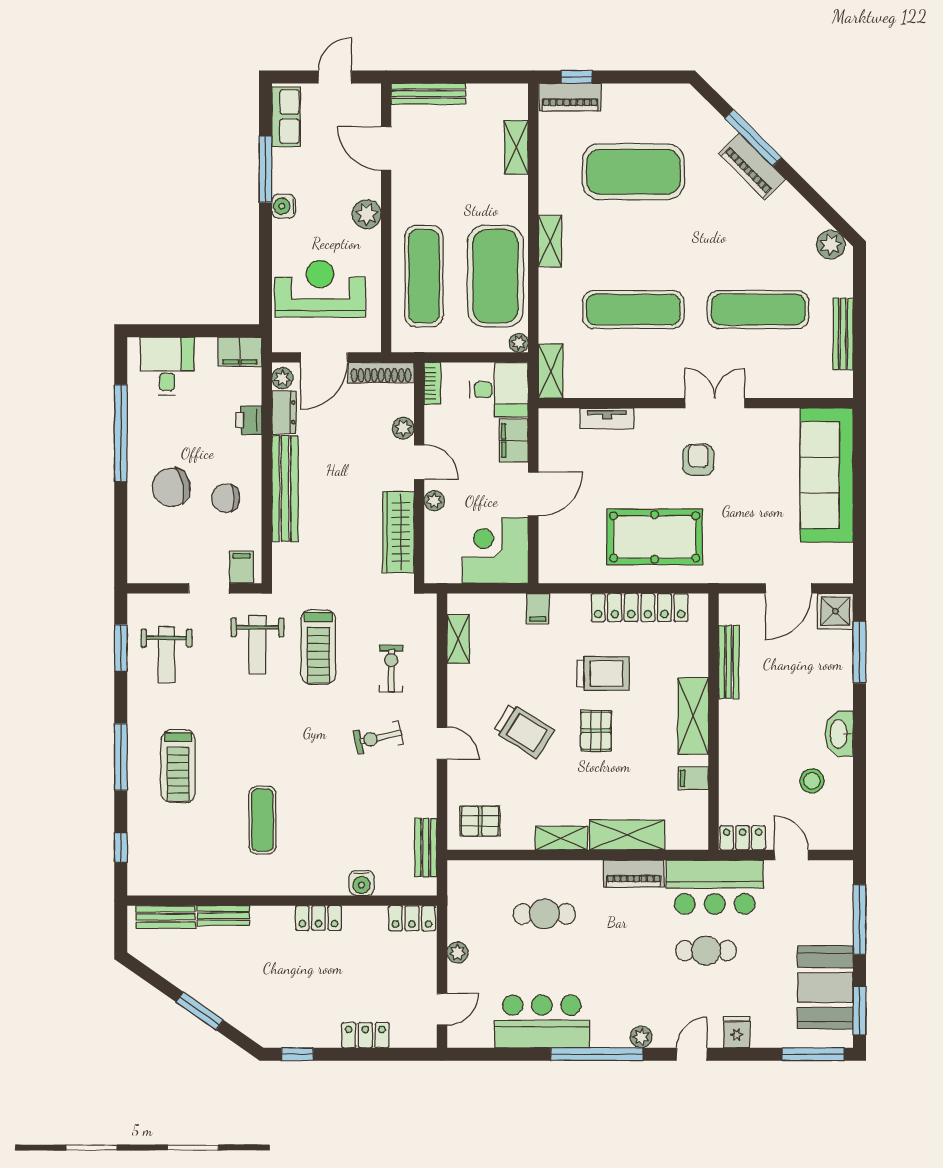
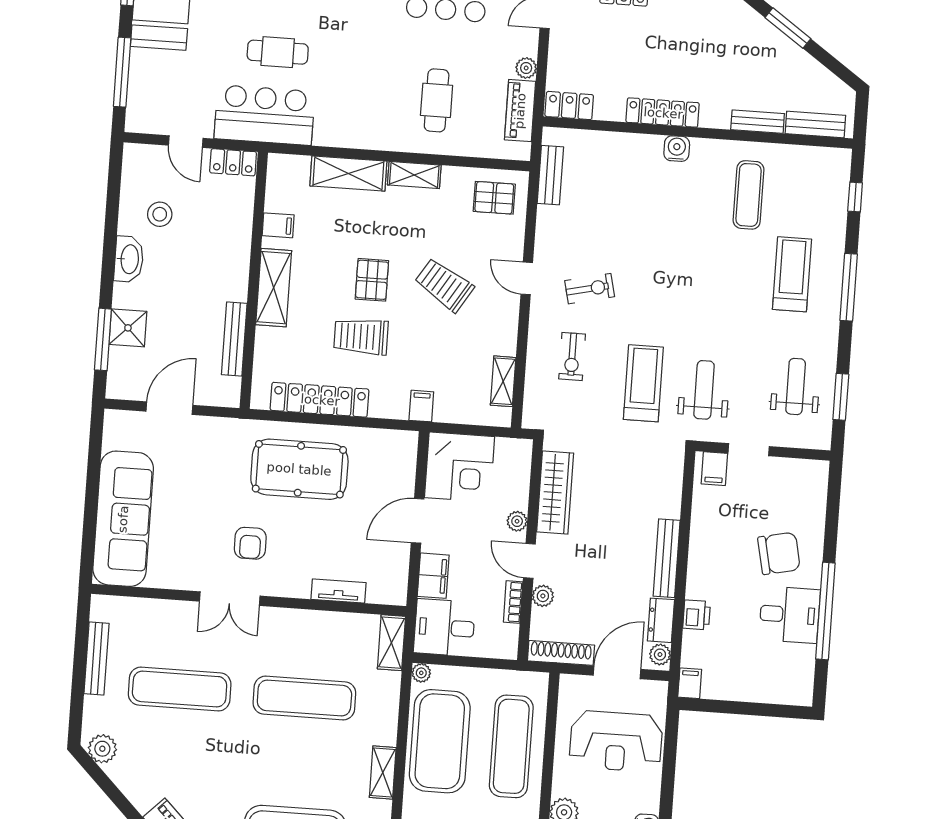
filing cabinet: (240, 352) -> (690, 683), width x0.50
desk: (167, 366) -> (790, 615), moved, turned -90
bookcase: (432, 383) -> (513, 602), moved
bench: (285, 489) -> (667, 558), width x0.73, depth x0.82
chair: (226, 498) -> (725, 539), removed
shower: (835, 611) -> (128, 328), moved
exercise mat: (262, 820) -> (749, 195), moved
piano: (634, 874) -> (520, 111), moved, turned -90
water cooler: (362, 883) -> (677, 149), moved
cafe table: (544, 914) -> (437, 100), turned 90
locker: (319, 918) -> (663, 113), width x1.53

